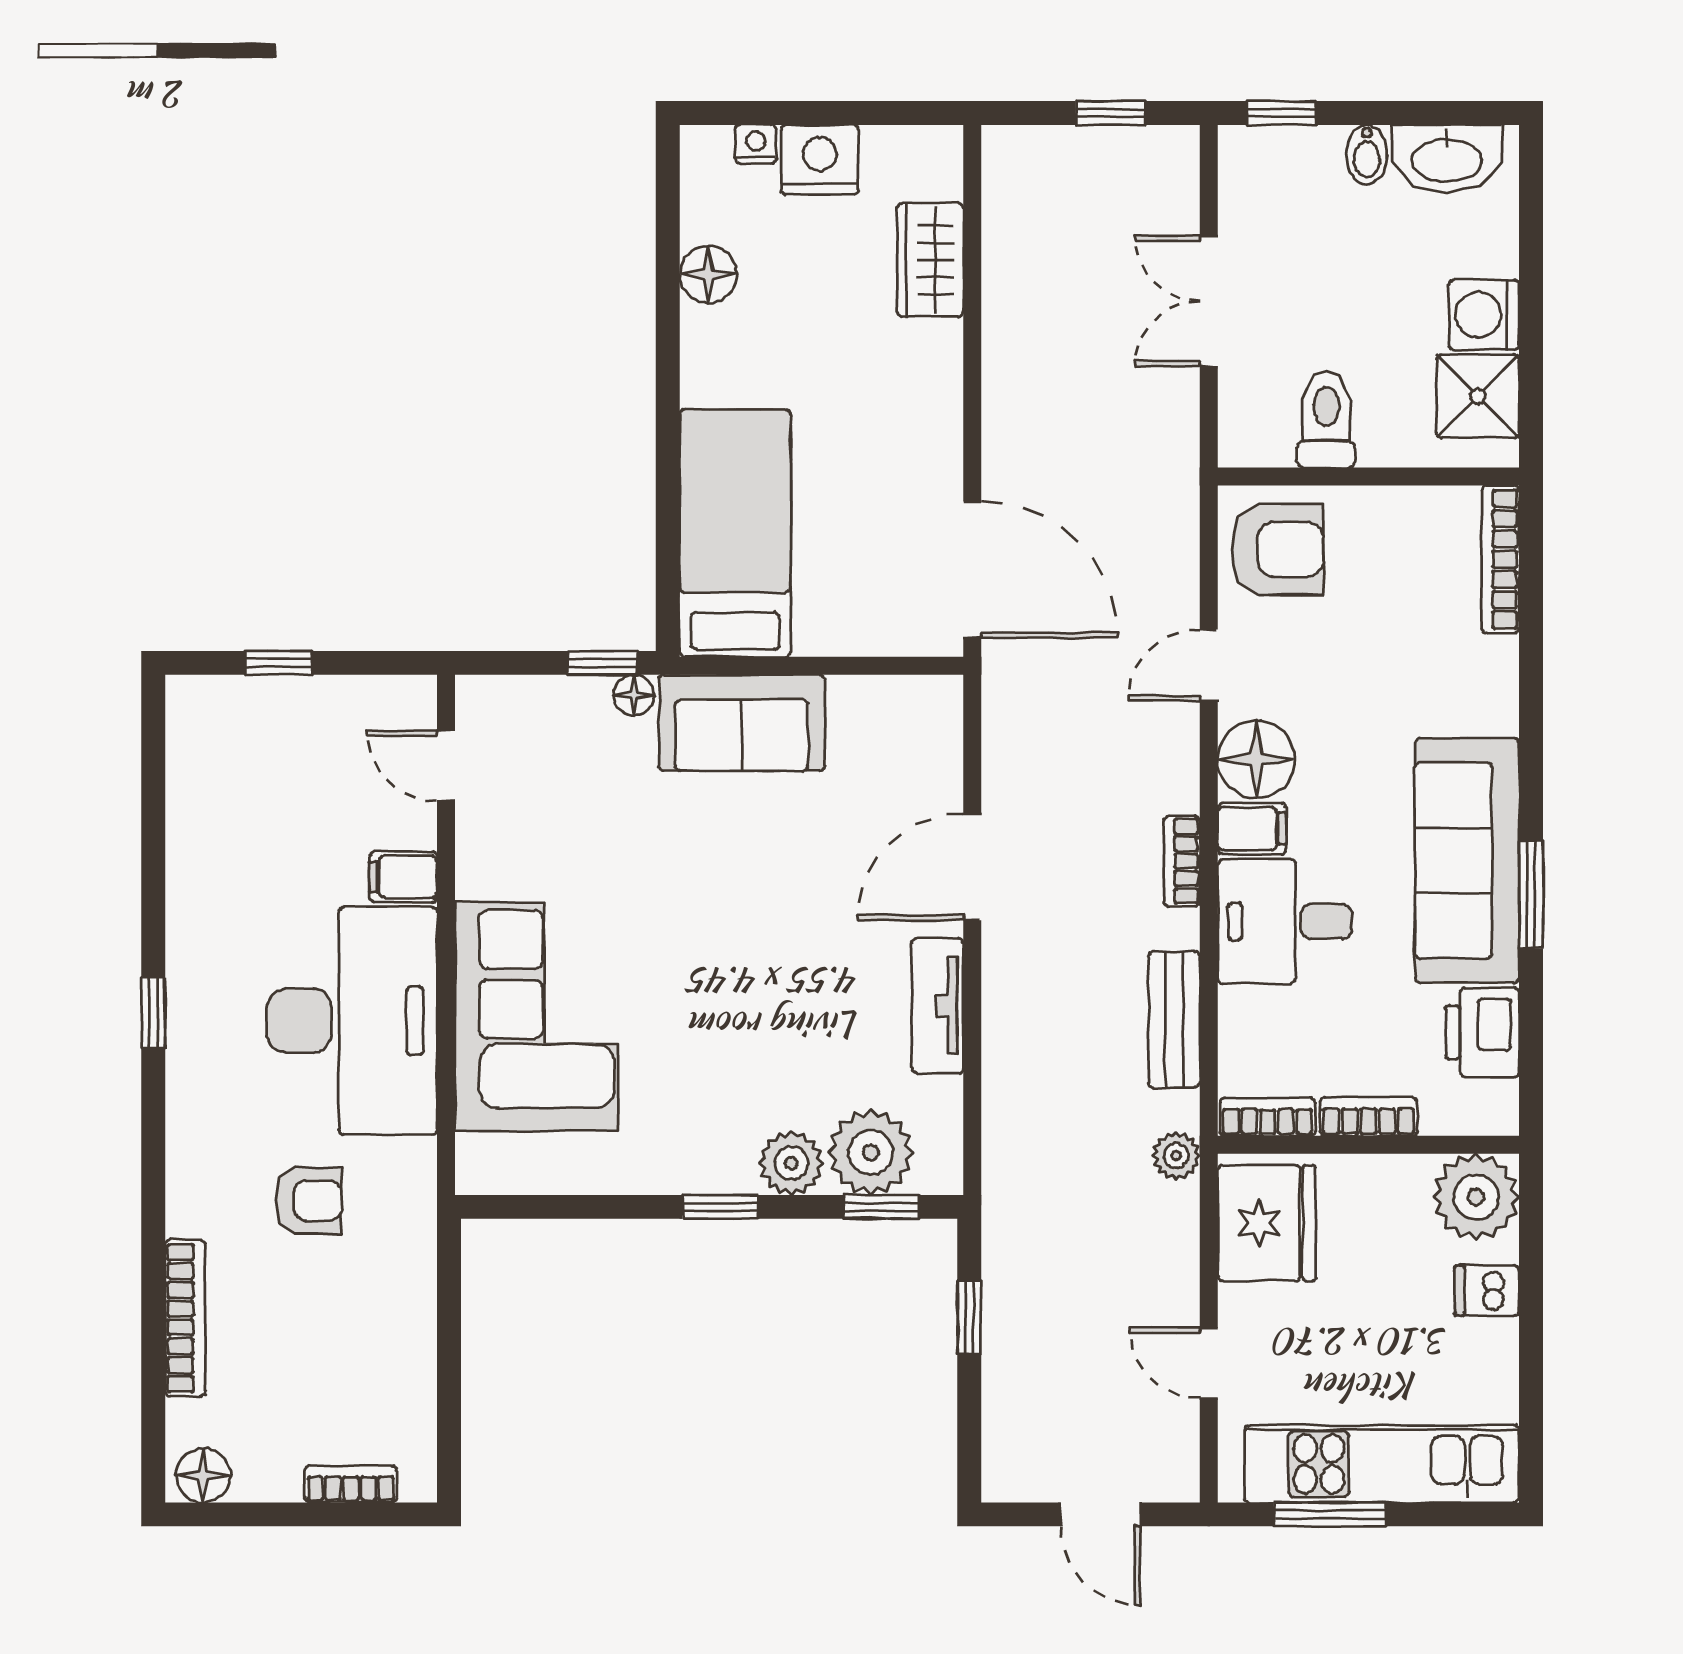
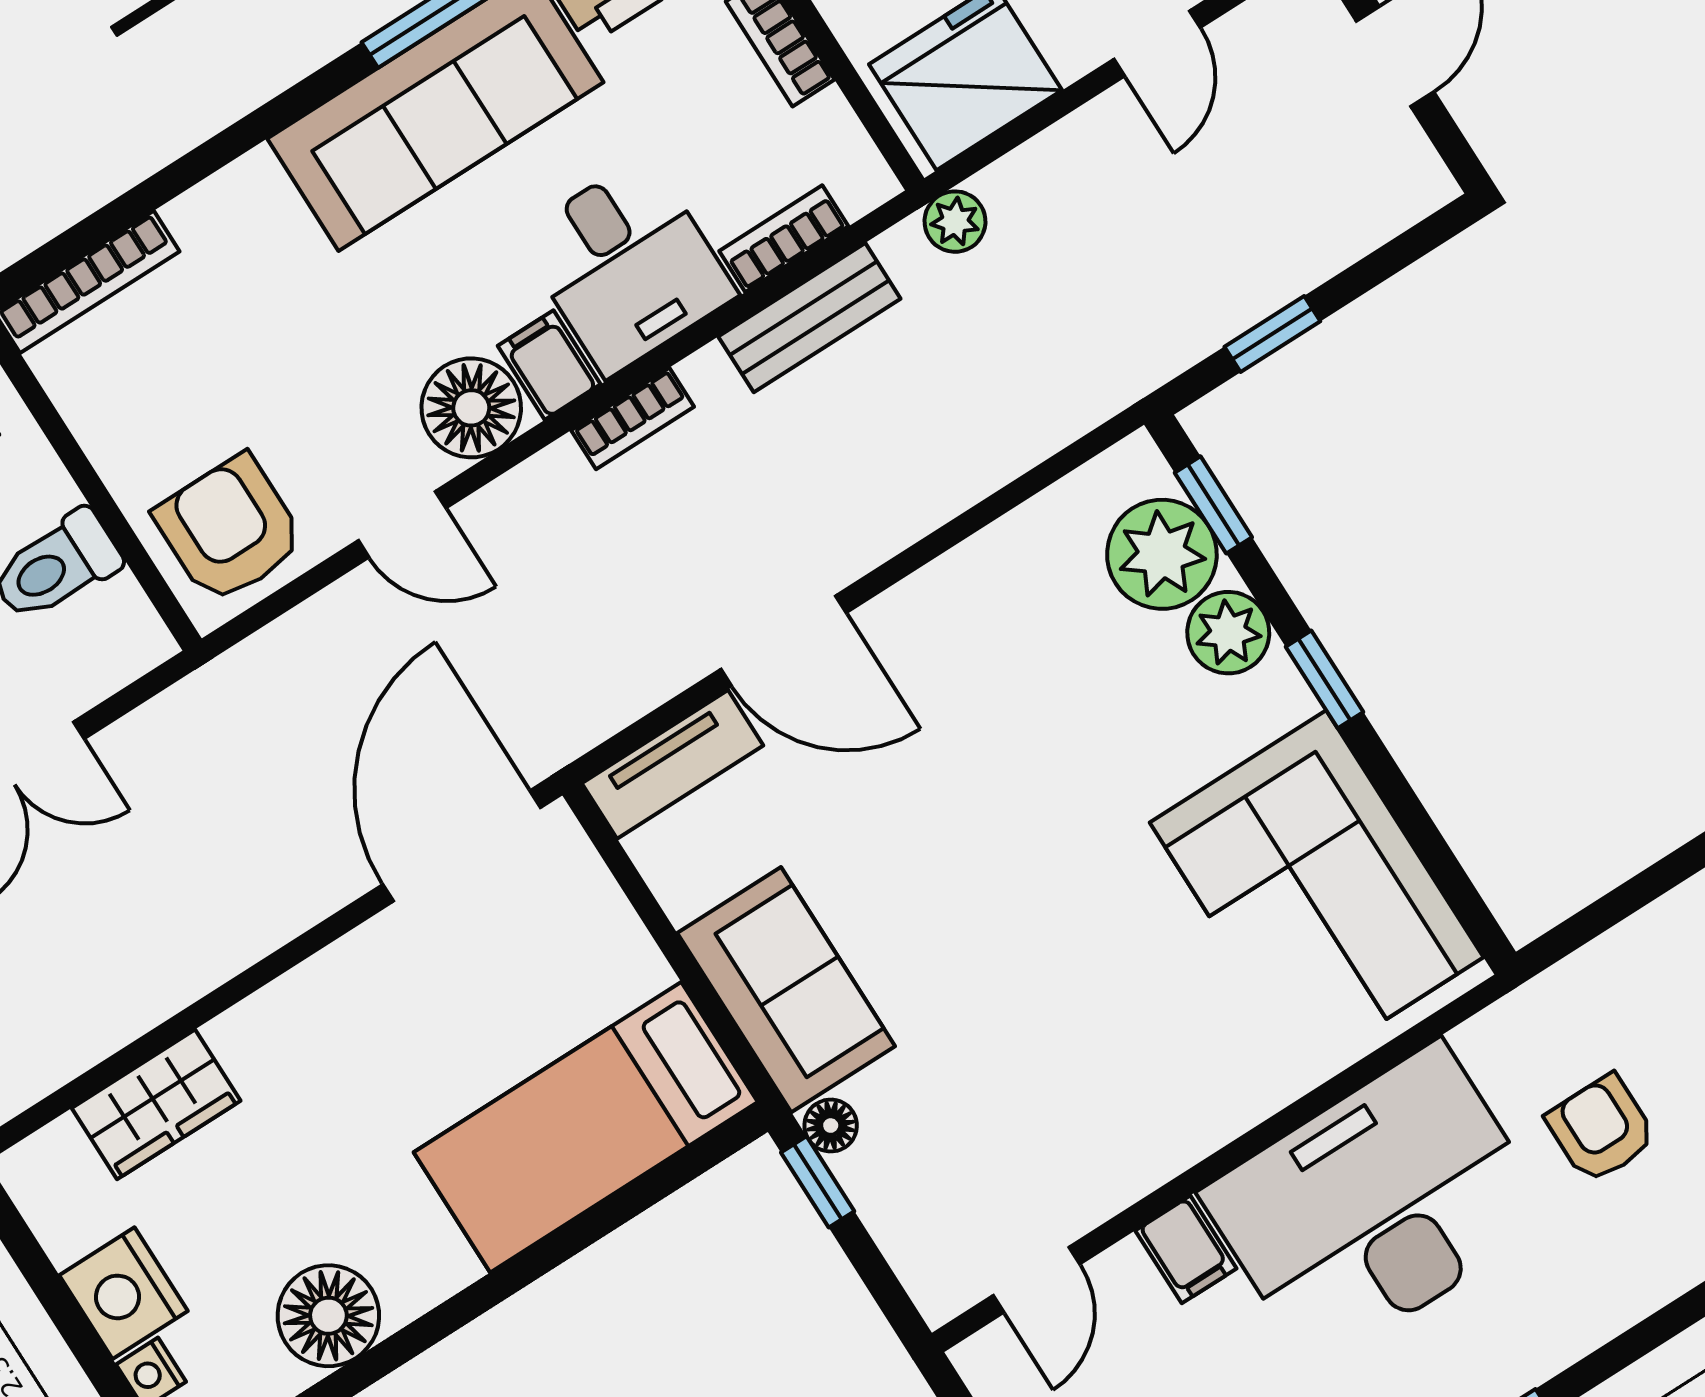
floor lamp: (708, 274) -> (328, 1316), width x1.38, depth x1.38
tv unit: (938, 1006) -> (672, 764), moved
corner sofa: (536, 1017) -> (1317, 890), moved, turned -90
bookcase: (1268, 1117) -> (784, 239), moved, turned 90

